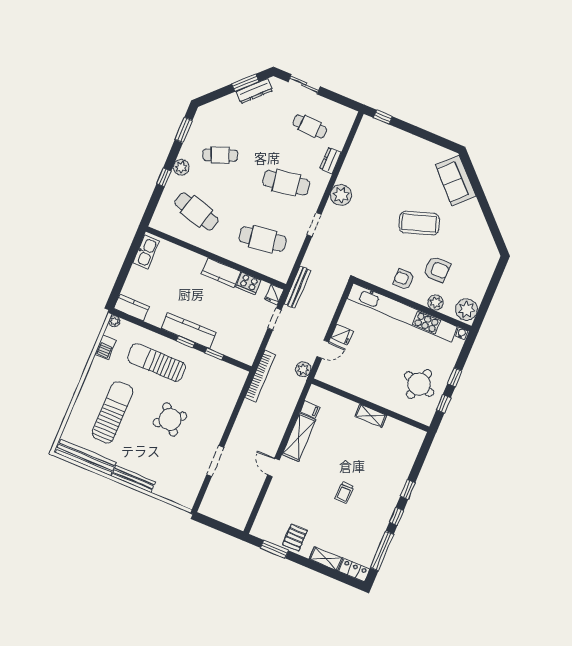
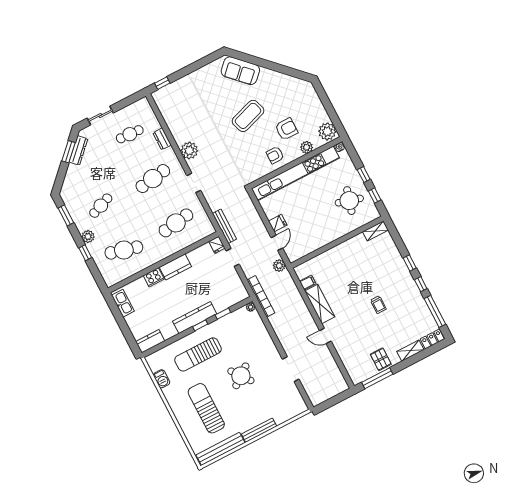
cooker: (248, 283) -> (154, 277), moved
plant: (114, 321) -> (251, 307), moved
shelving: (371, 416) -> (376, 231), moved
window: (274, 549) -> (377, 378), width x1.44

